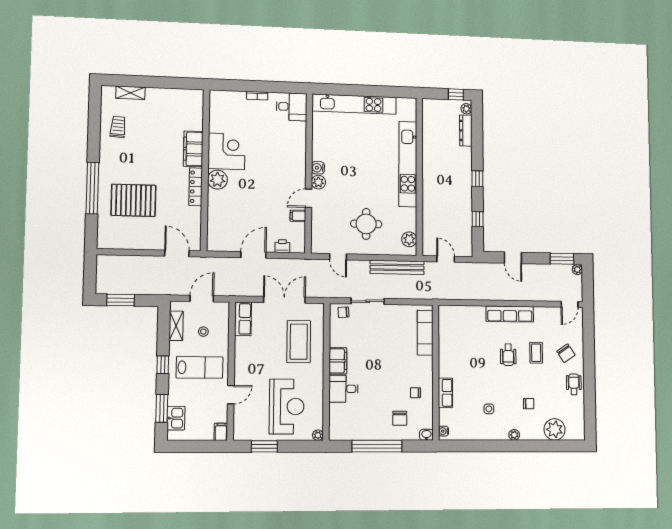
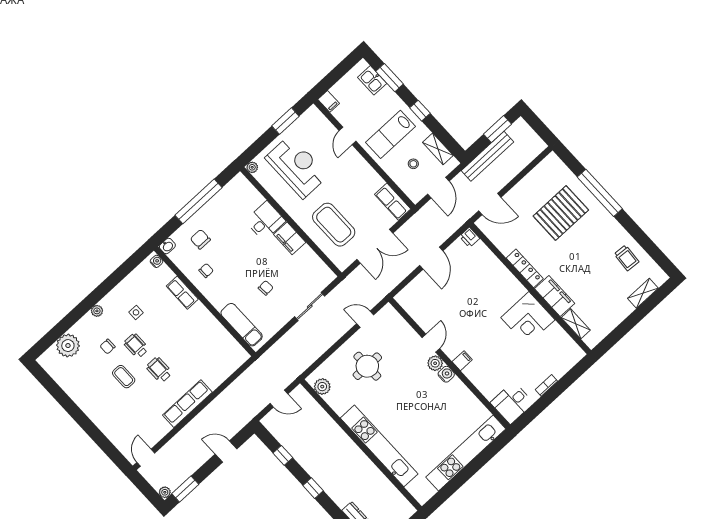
shelving: (197, 117) -> (576, 324), added
plant: (217, 180) -> (514, 290), removed
filing cabinet: (298, 216) -> (462, 361), moved
printer: (282, 246) -> (469, 237), moved, turned 90
bench: (397, 267) -> (487, 156), moved
chair: (343, 312) -> (266, 288), moved
coffee table: (536, 353) -> (124, 377), moved
chair: (566, 353) -> (113, 415), removed
wheelchair: (574, 384) -> (136, 346), moved, turned 180
reception desk: (287, 406) -> (297, 167), turned 180

